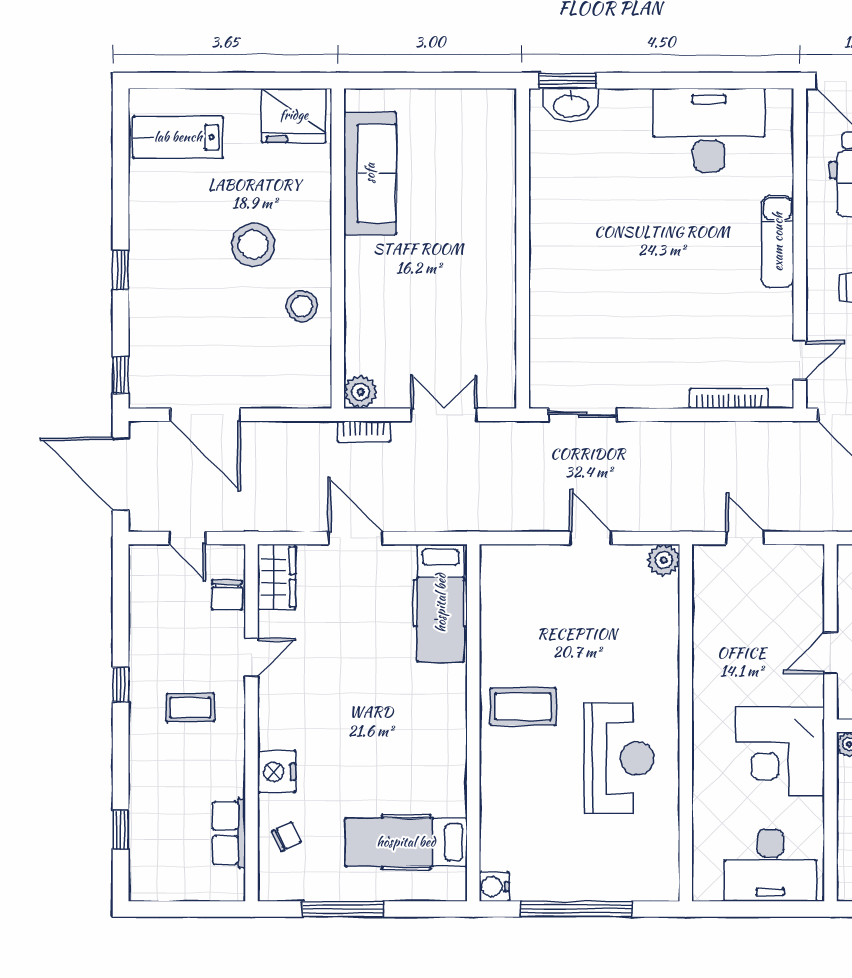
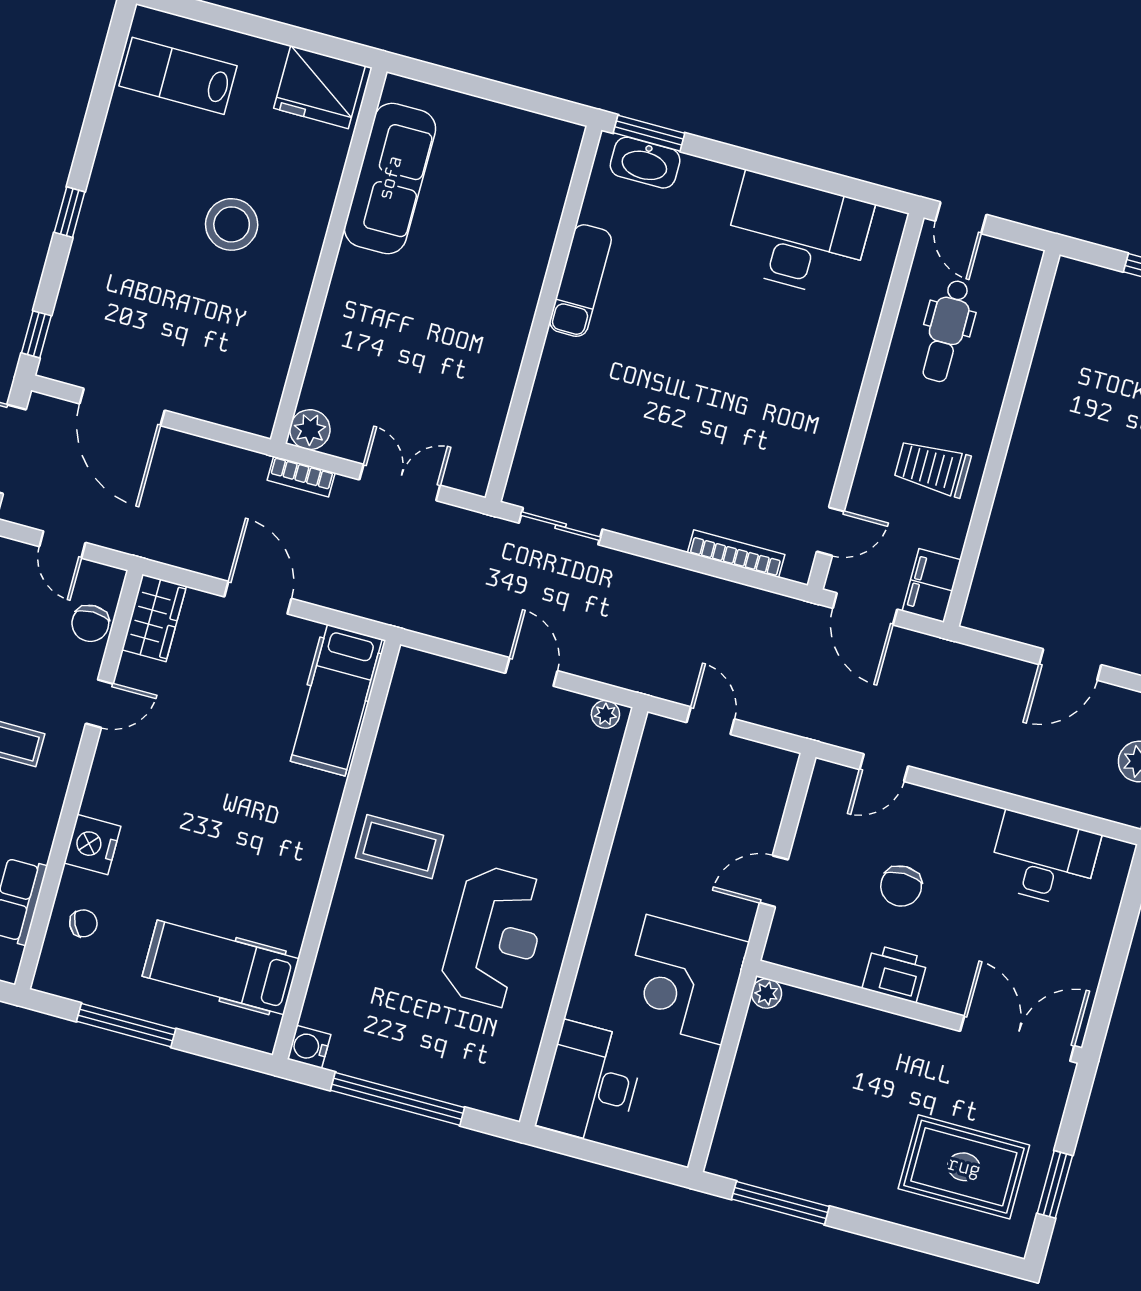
exam couch: (778, 242) -> (580, 281), moved, turned 180
stool: (302, 306) -> (269, 311), removed
plant: (664, 560) -> (605, 714), width x0.73, depth x0.73
desk: (770, 865) -> (591, 1083), moved, turned 90

